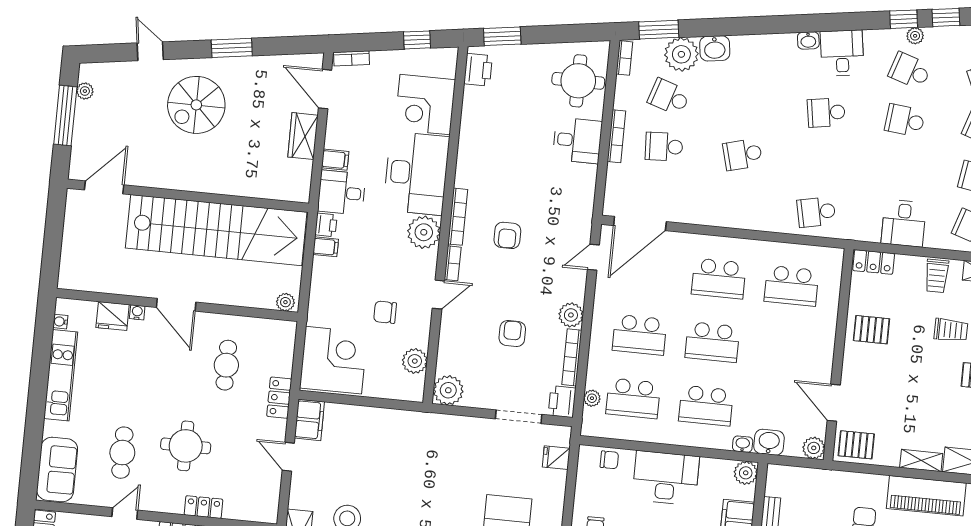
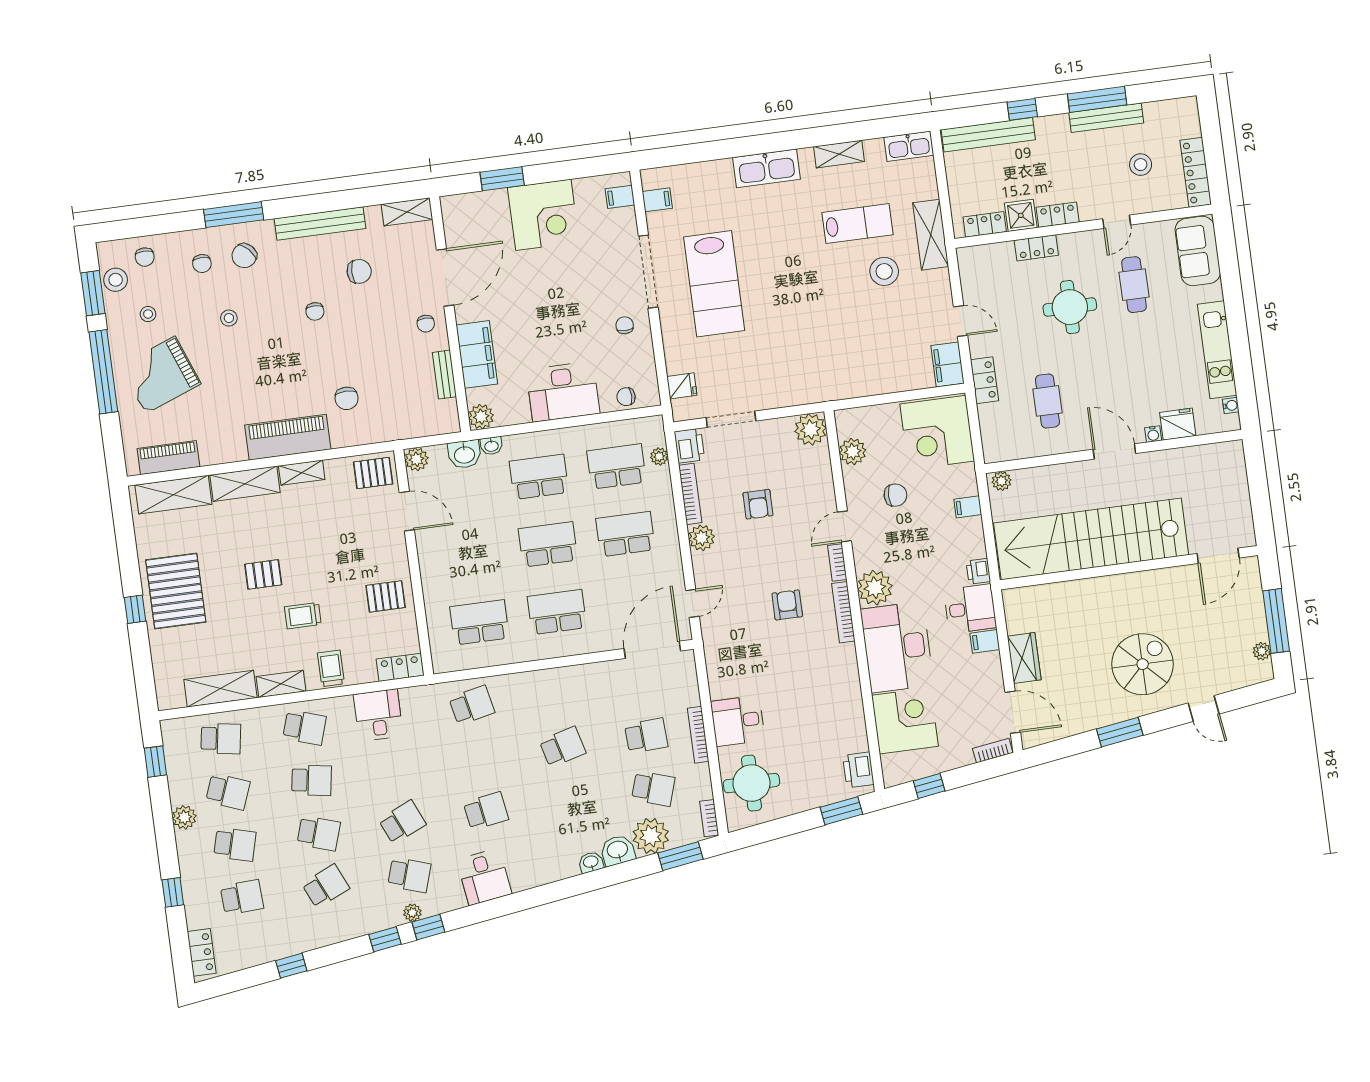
washbasin: (808, 40) -> (591, 862), moved
school desk: (905, 120) -> (402, 822), turned -30
filing cabinet: (326, 247) -> (968, 507), moved

